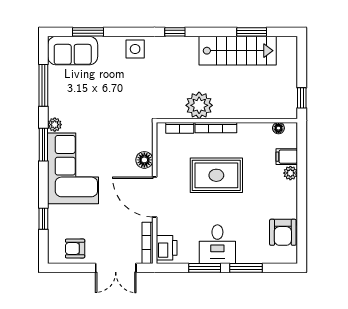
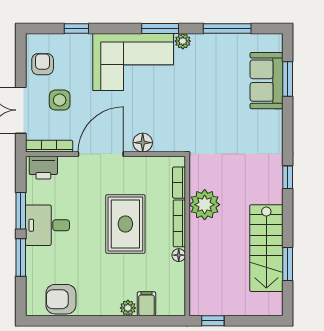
side table: (135, 49) -> (60, 100), moved
sofa: (73, 51) -> (266, 81), moved
floor lamp: (278, 128) -> (179, 255), moved

